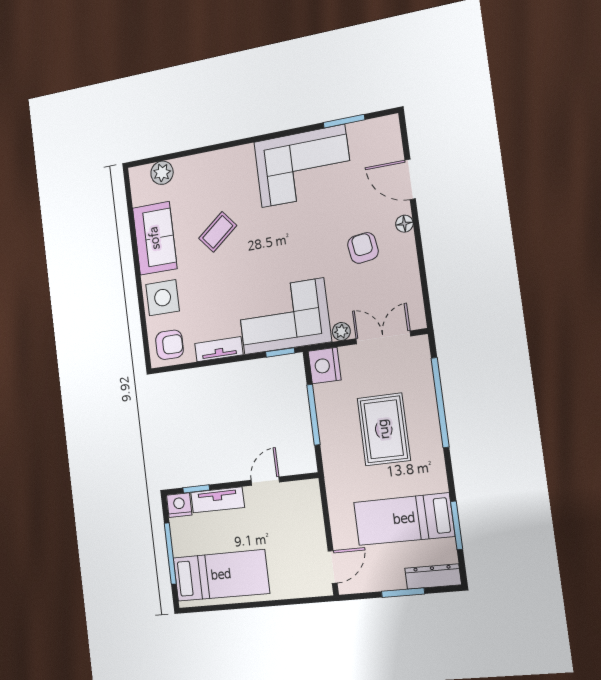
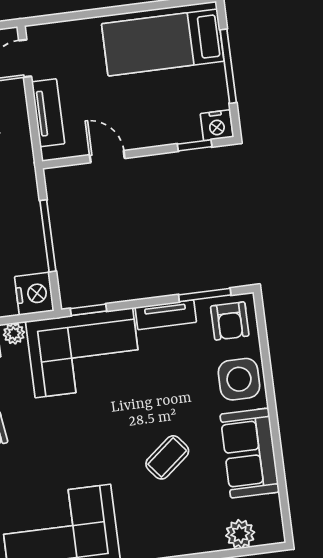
armchair: (169, 345) -> (230, 321), turned -90
window: (189, 366) -> (205, 295), added
door: (265, 481) -> (107, 157), swing flipped
tv unit: (218, 500) -> (48, 113), moved, turned 90

